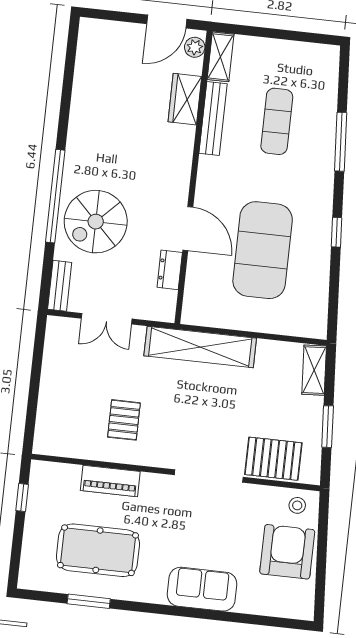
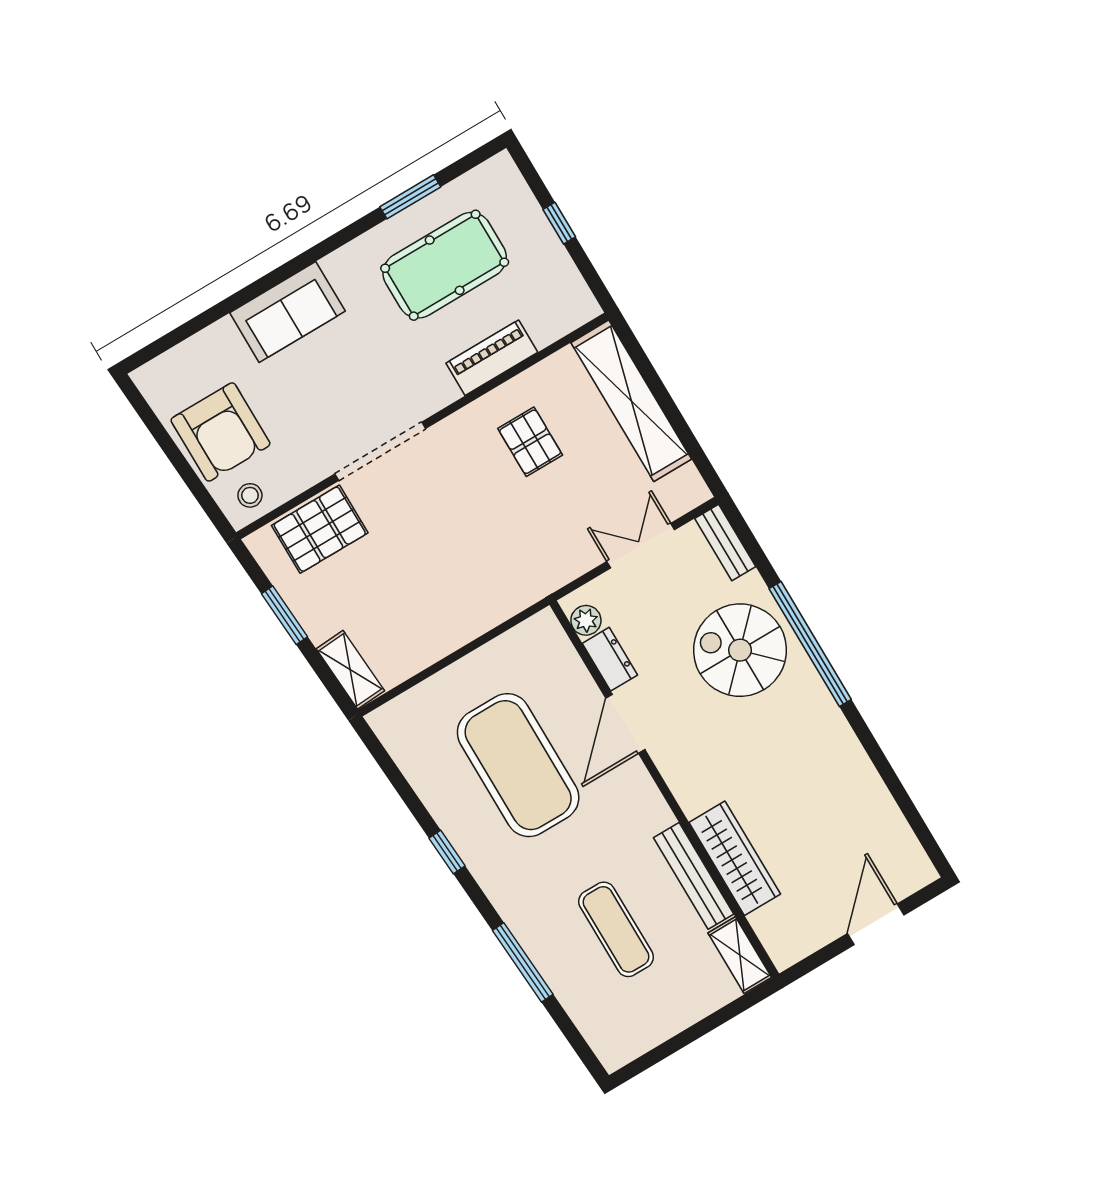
door: (167, 22) -> (876, 924), moved
plant: (195, 47) -> (586, 620), moved
wardrobe: (185, 99) -> (735, 858), width x1.50
spiral stairs: (96, 222) -> (740, 650), turned -90
door: (188, 229) -> (625, 724), hinge flipped
shelving: (200, 347) -> (631, 401), moved, turned 90
window: (22, 497) -> (559, 223), moved

